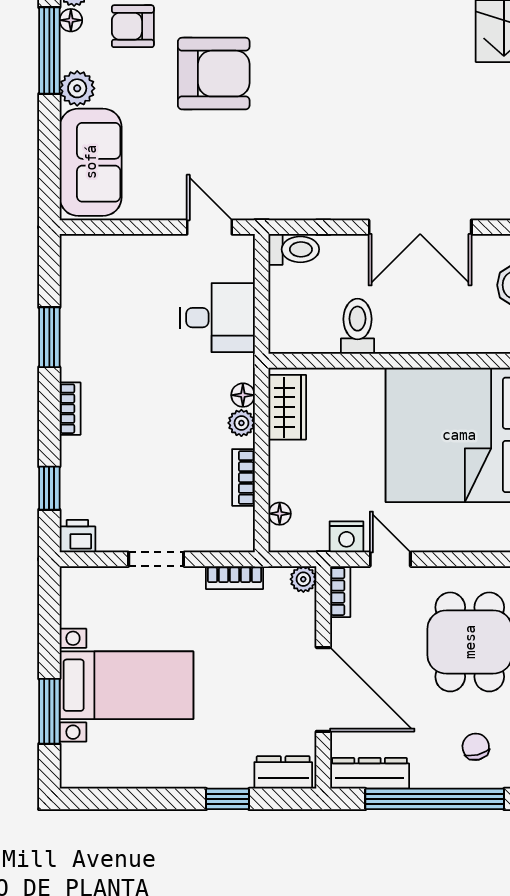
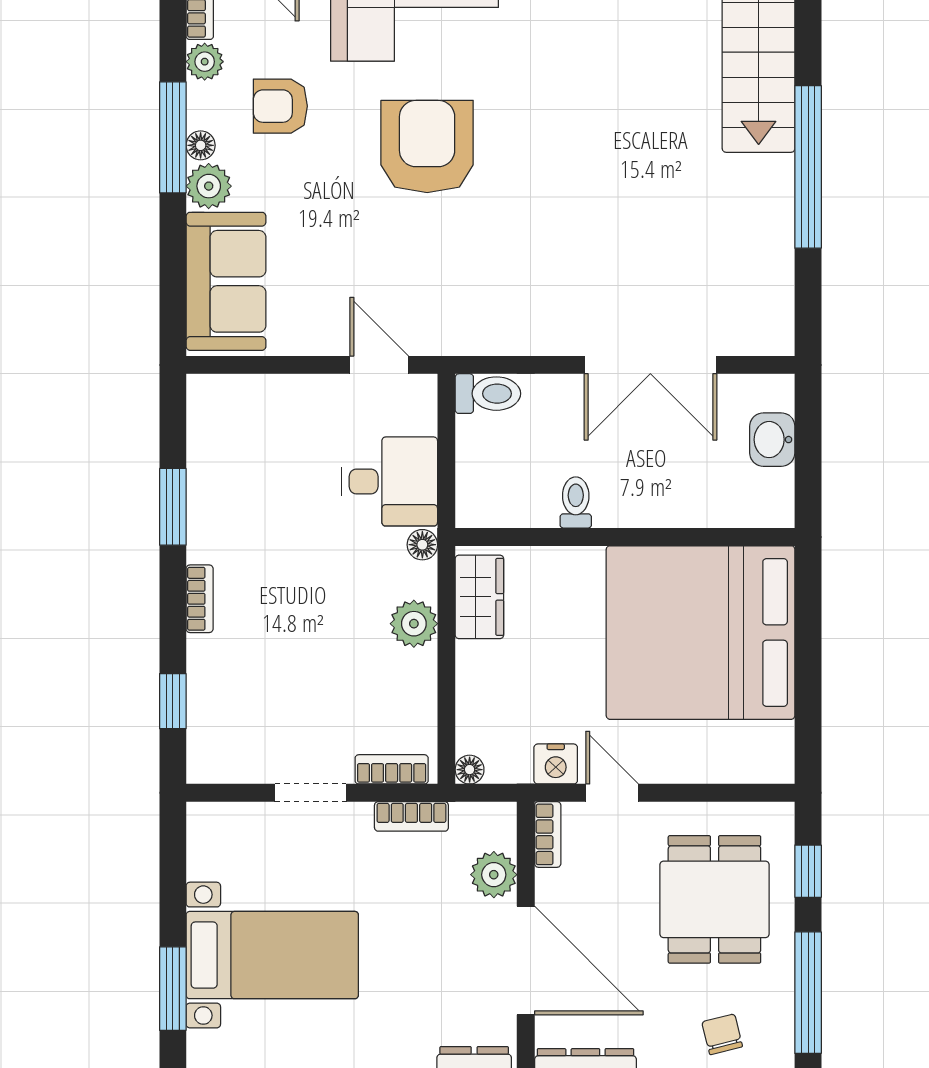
floor lamp: (71, 20) -> (201, 145), moved
armchair: (214, 74) -> (427, 146), moved, turned -90
toilet: (357, 326) -> (576, 503), width x0.73, depth x0.72
floor lamp: (243, 395) -> (422, 545), moved
plant: (241, 423) -> (414, 624), width x1.38, depth x1.38
bookcase: (243, 477) -> (392, 769), moved, turned 90
floor lamp: (280, 514) -> (470, 770), moved
printer: (77, 536) -> (209, 763), removed
plant: (303, 579) -> (494, 875), moved, width x1.38, depth x1.38

